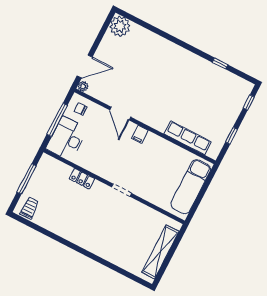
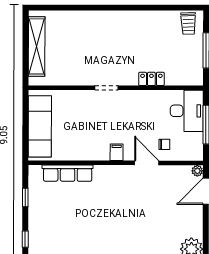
chair: (81, 109) -> (164, 144), moved

